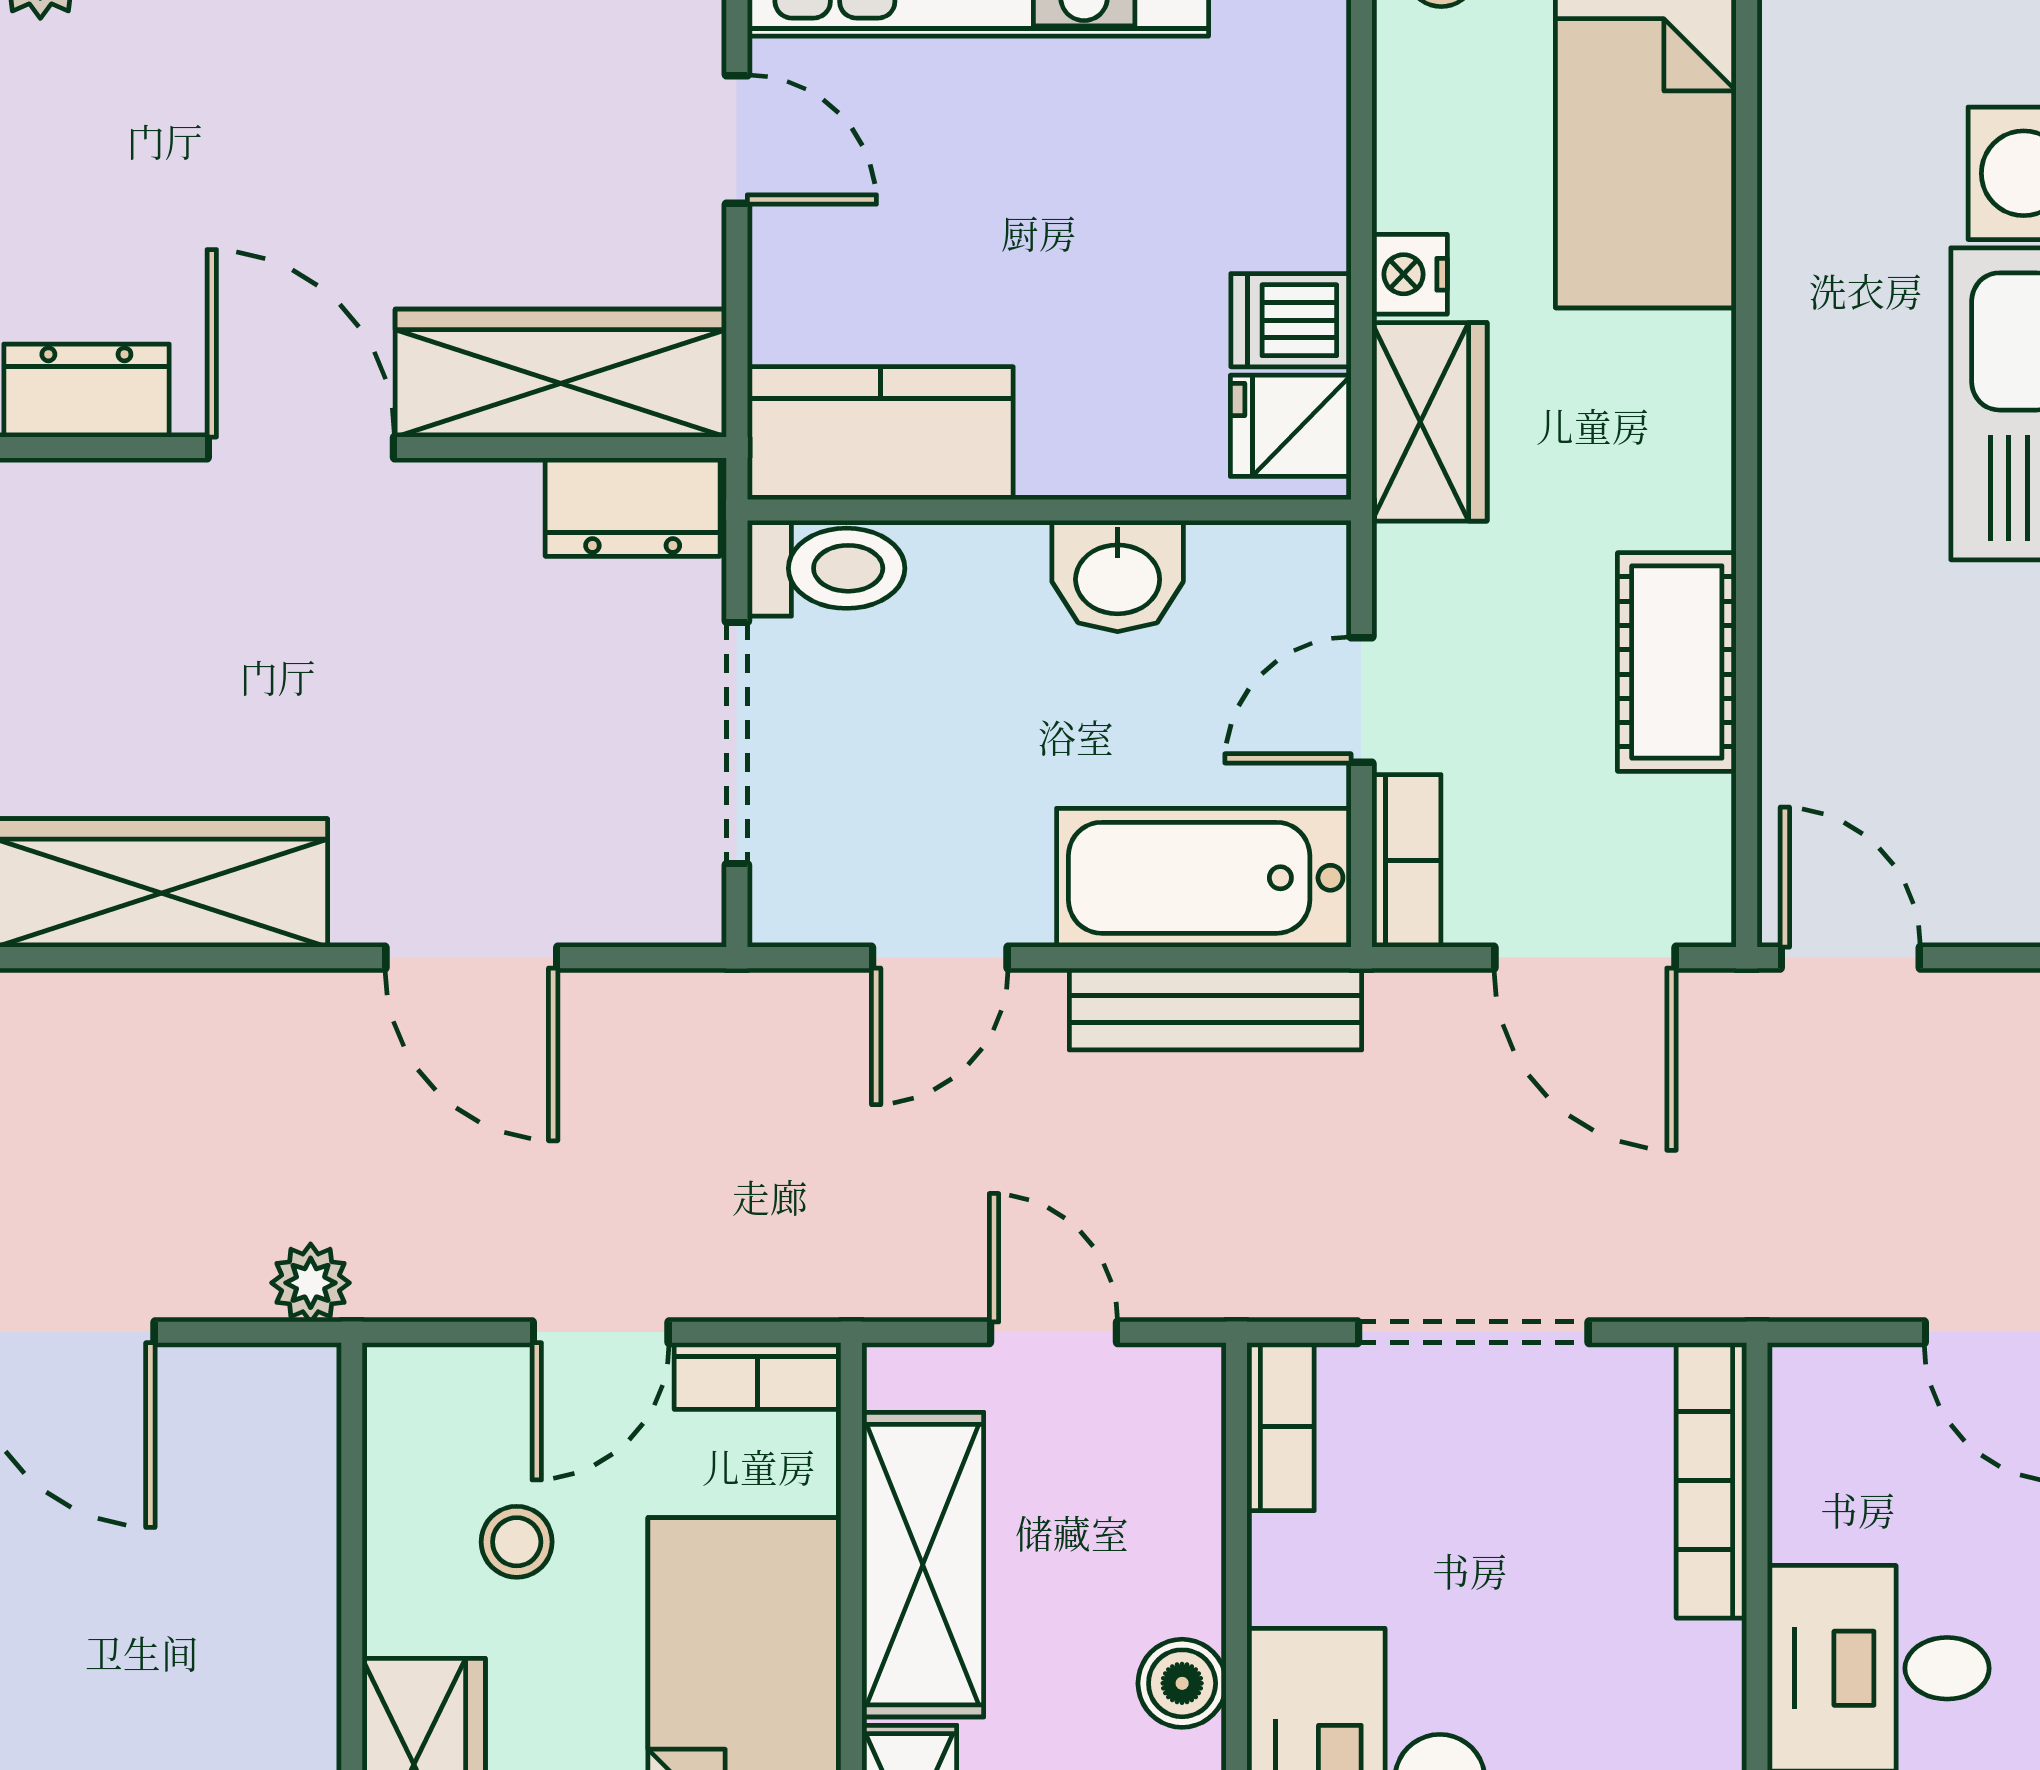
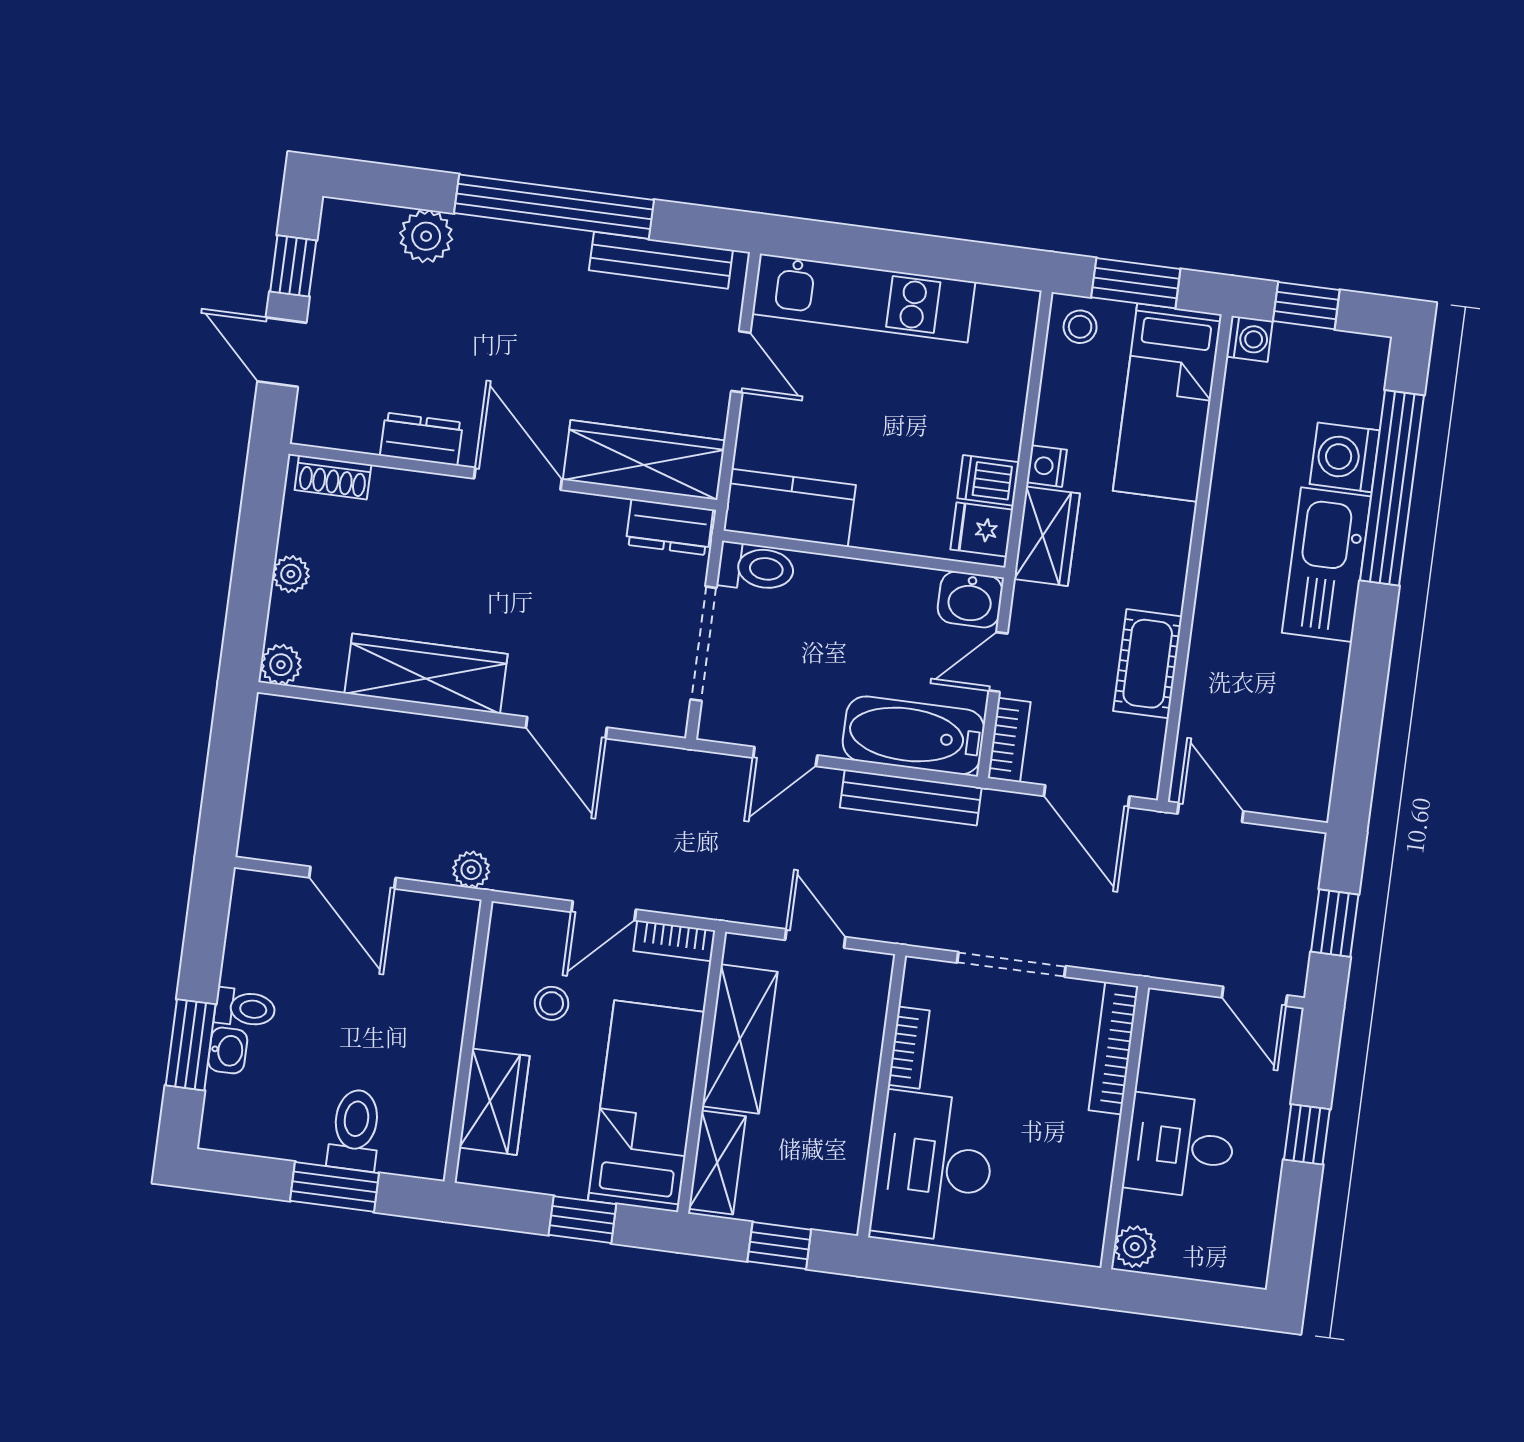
washbasin: (1118, 576) -> (970, 599), moved
bookcase: (1281, 1427) -> (909, 1048), moved
boiler: (1182, 1683) -> (854, 1110), removed

